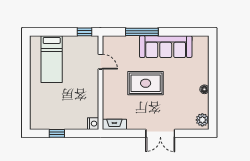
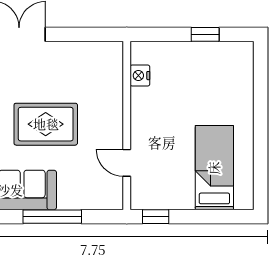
nightstand: (93, 124) -> (140, 76), moved
fireplace: (114, 124) -> (102, 50), removed

